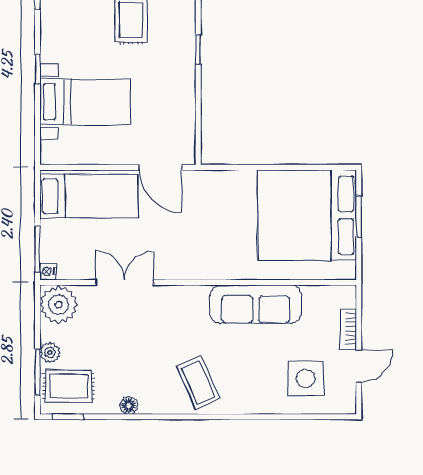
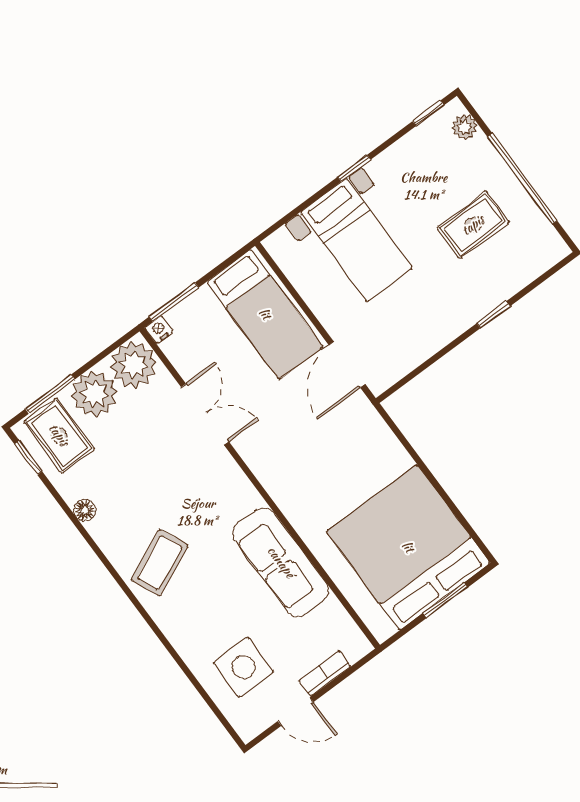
plant: (50, 352) -> (94, 394), width x1.88, depth x1.88

